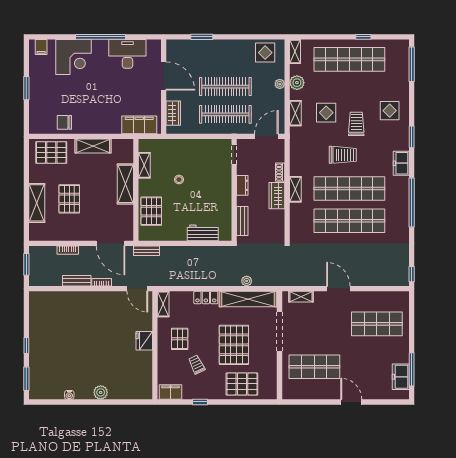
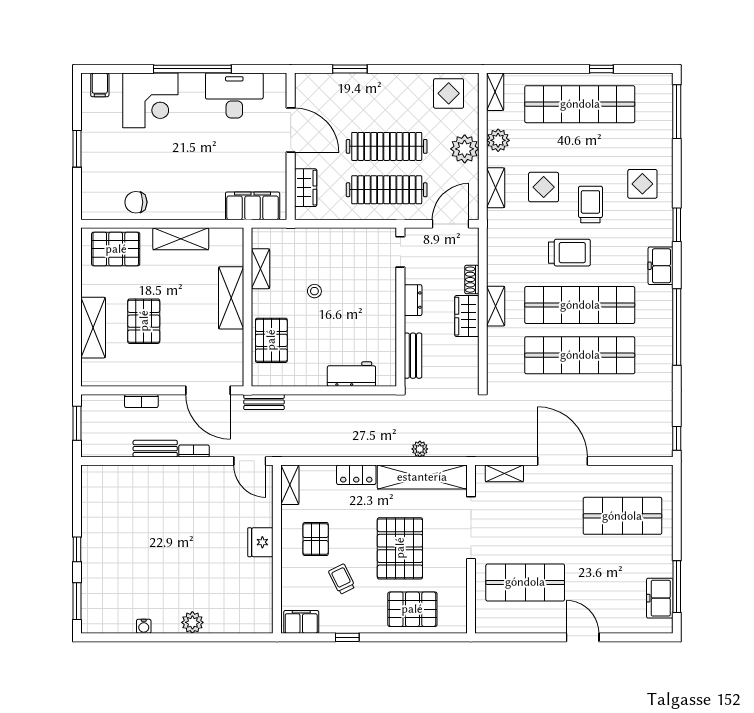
plant: (280, 84) -> (465, 149), width x1.88, depth x1.88
door: (338, 289) -> (562, 461), width x1.36

